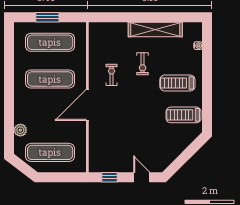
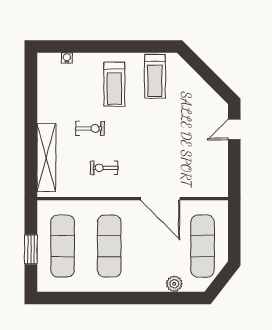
shelving: (155, 29) -> (46, 158), moved
door: (87, 105) -> (160, 199), moved
window: (110, 177) -> (234, 170), removed

